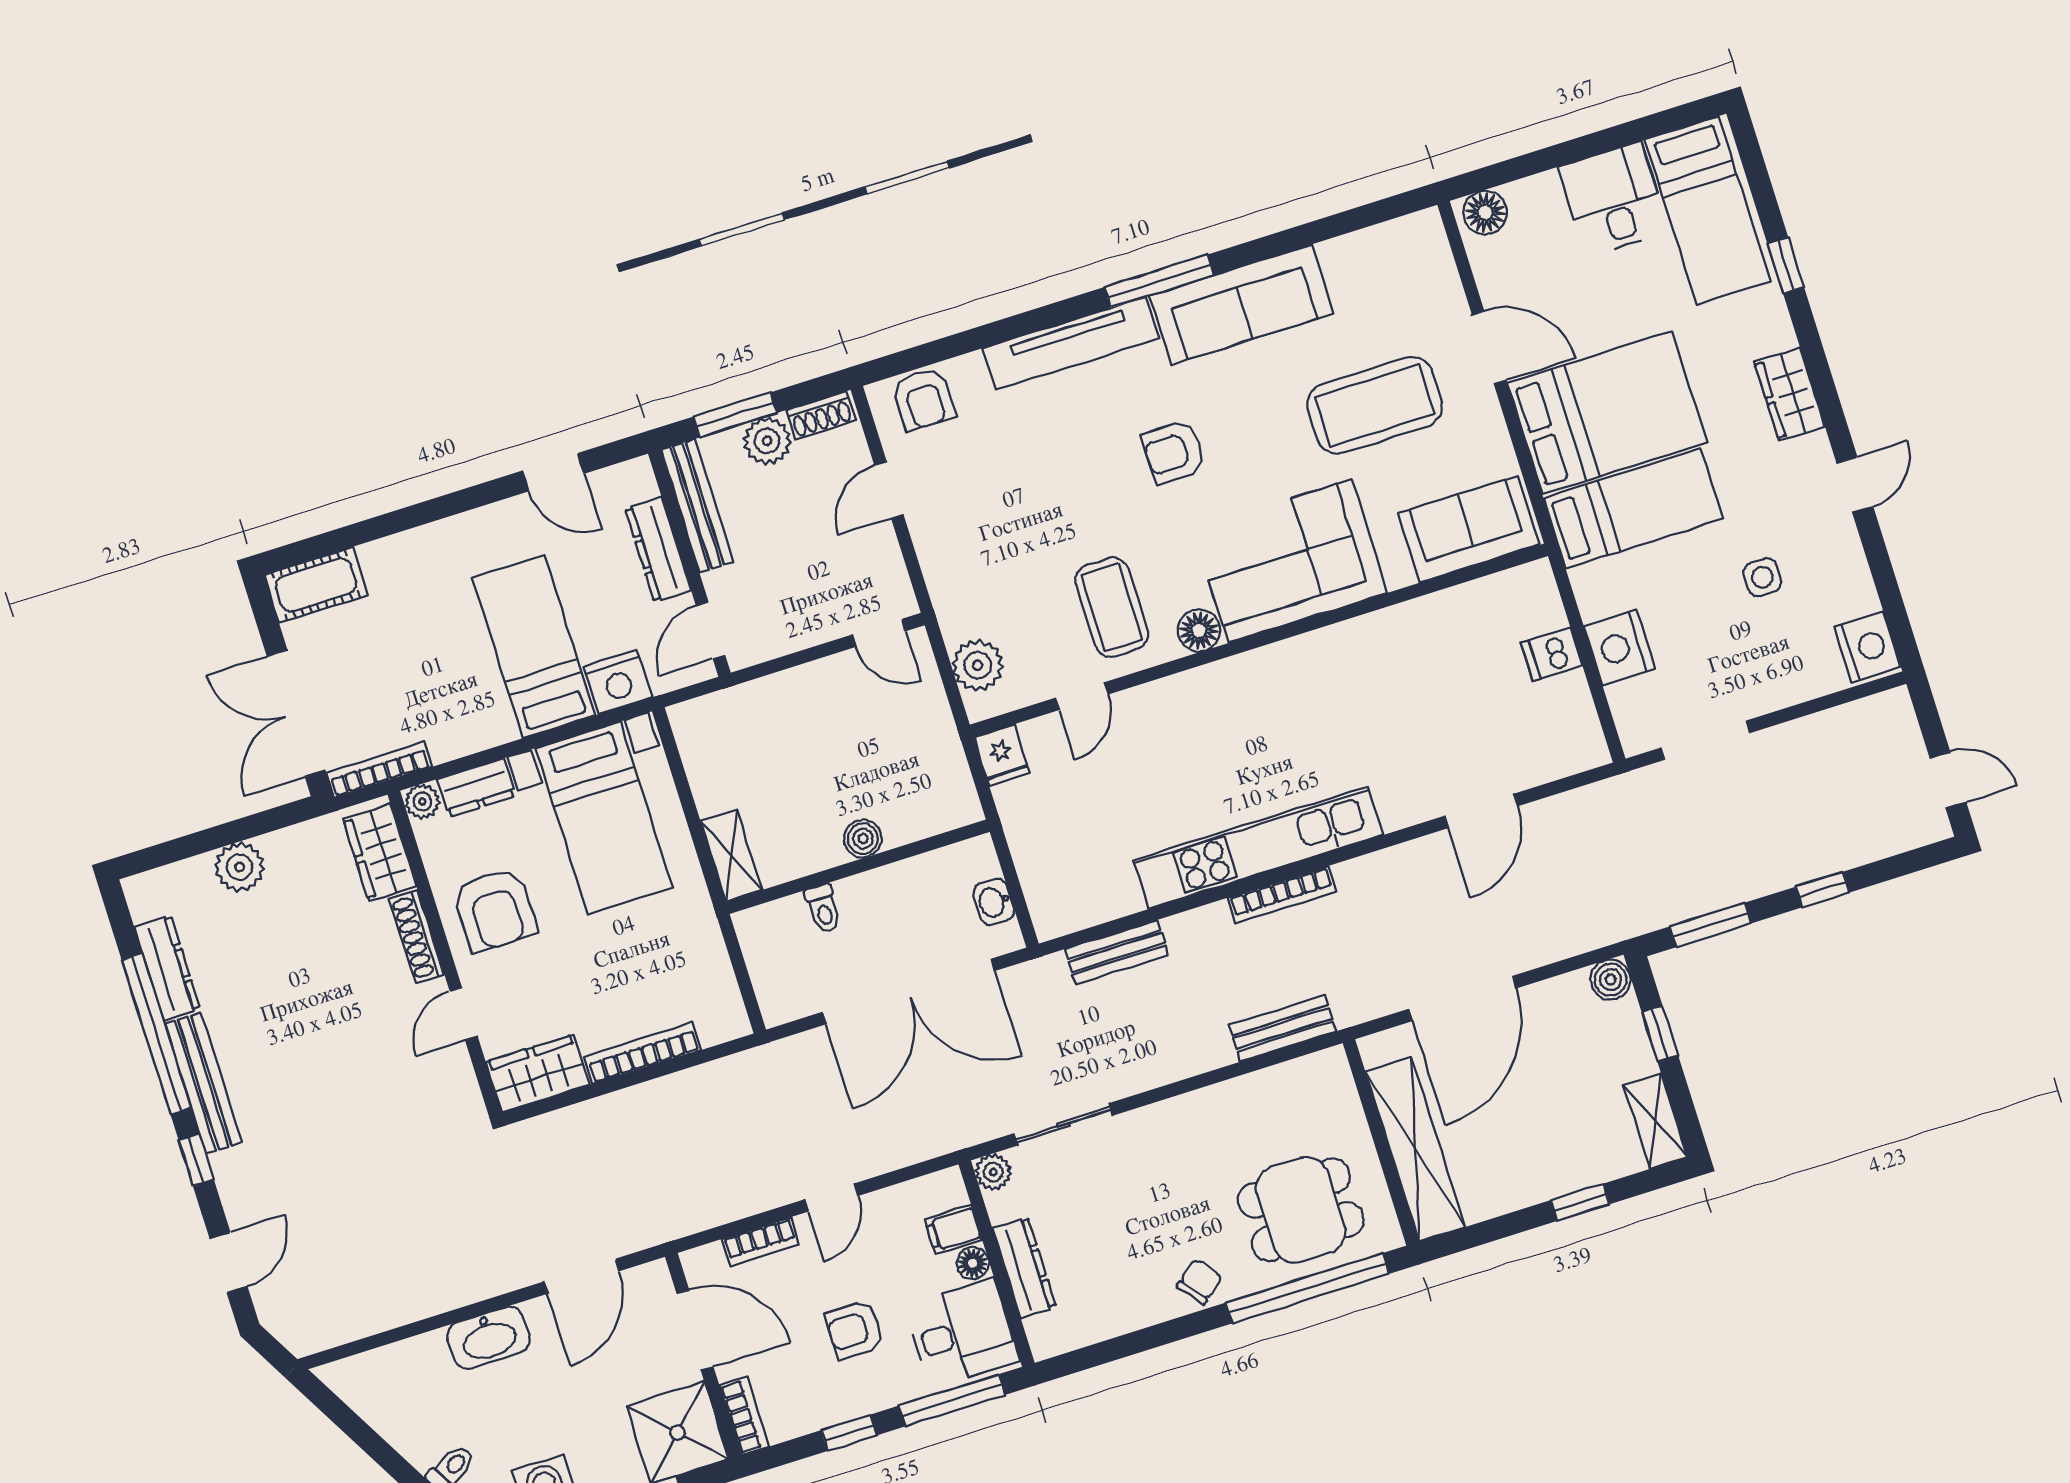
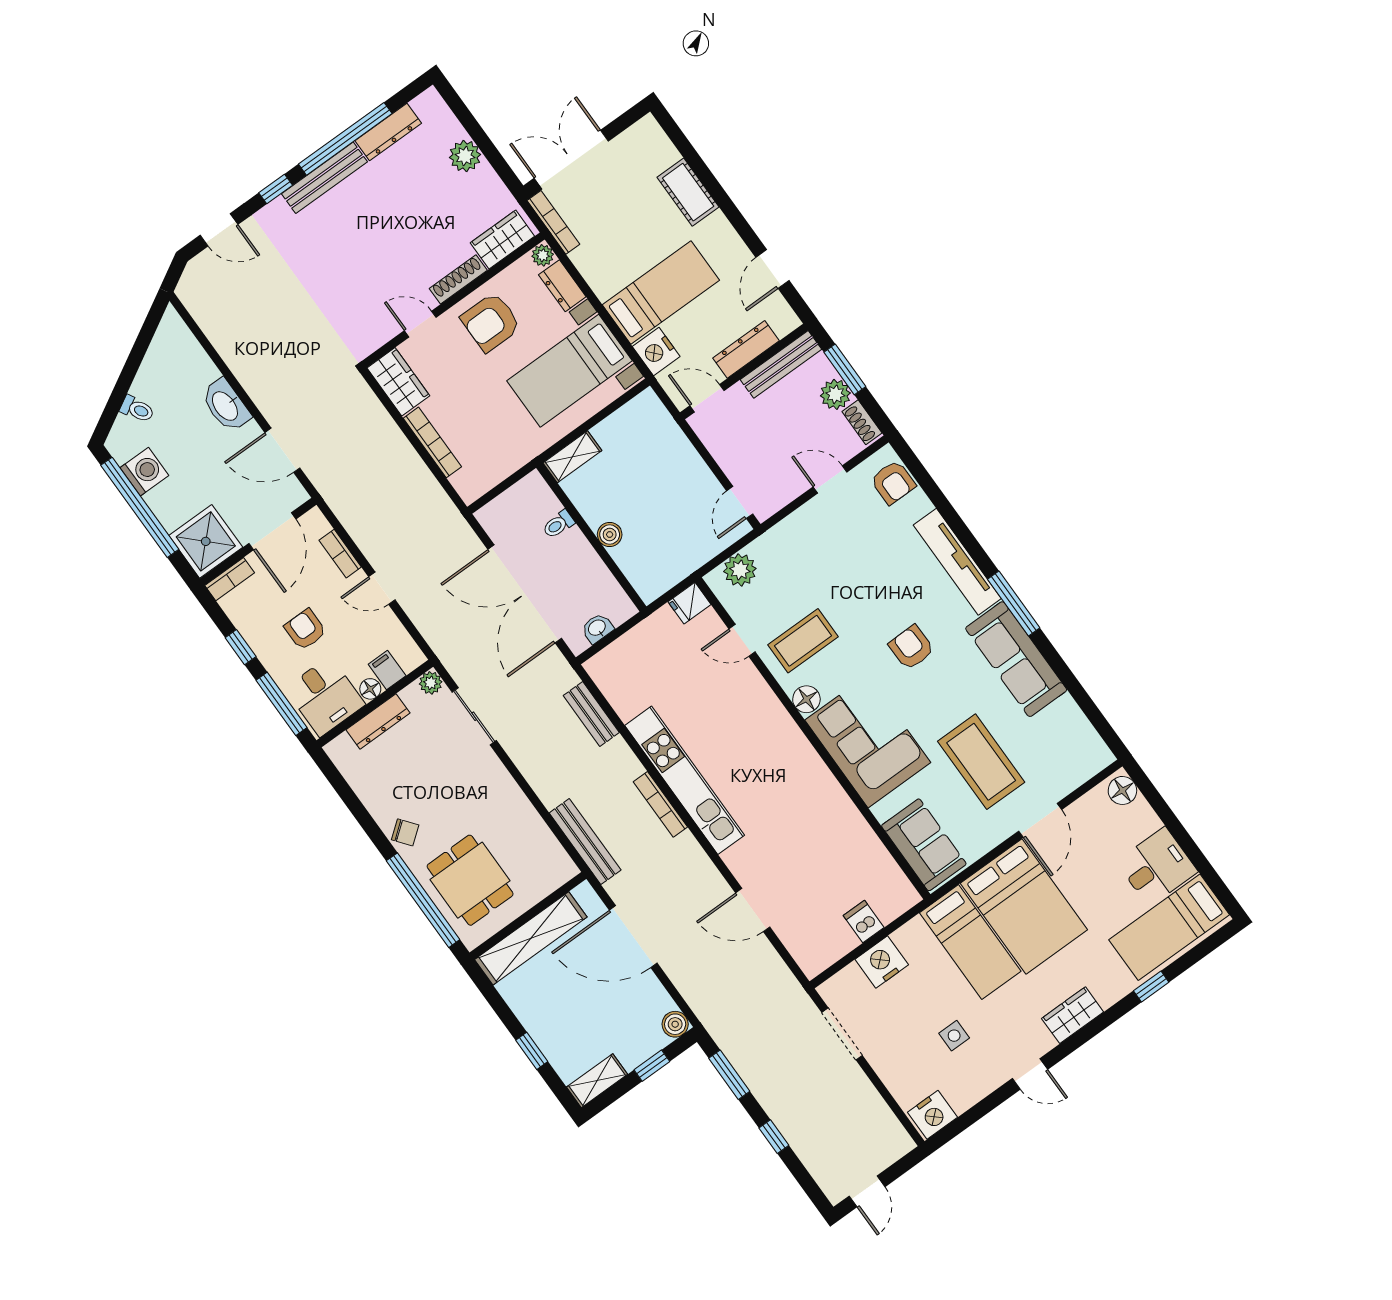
armchair: (924, 399) -> (893, 482), turned -90
cot: (316, 585) -> (688, 192), moved
bench: (1283, 1028) -> (585, 842), width x1.36

